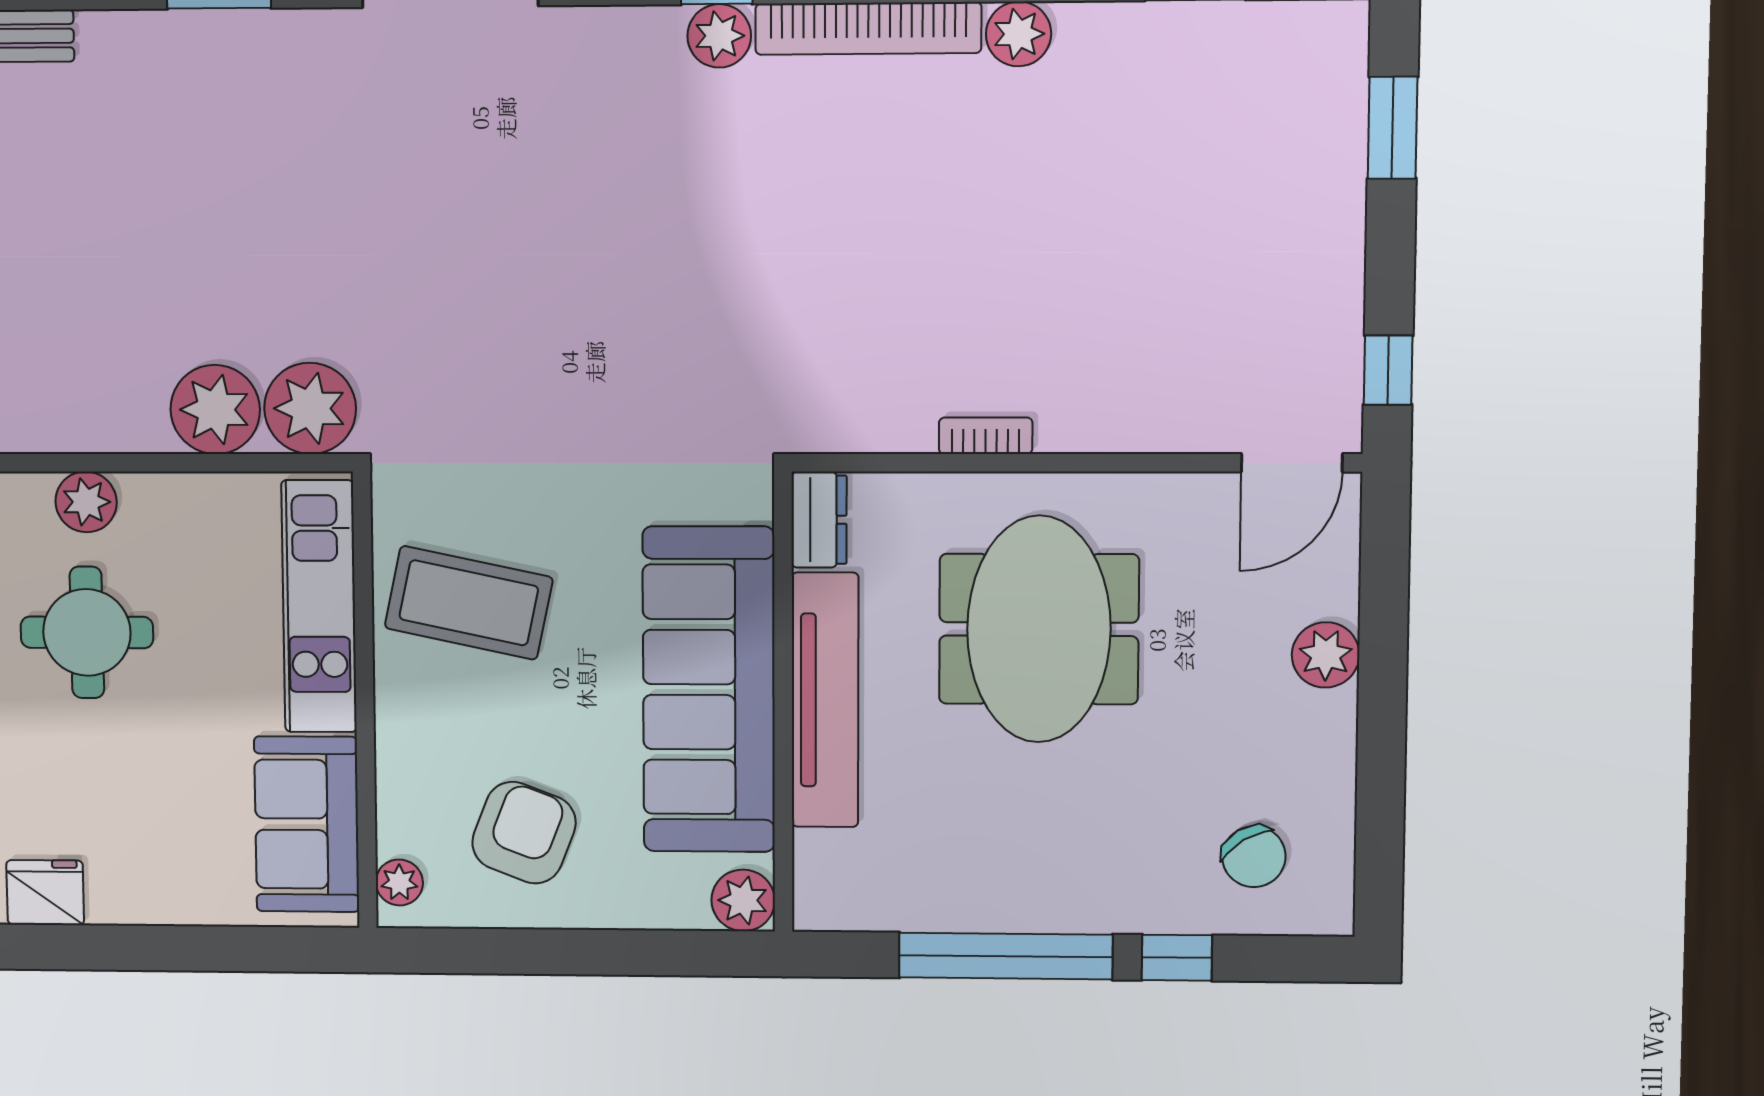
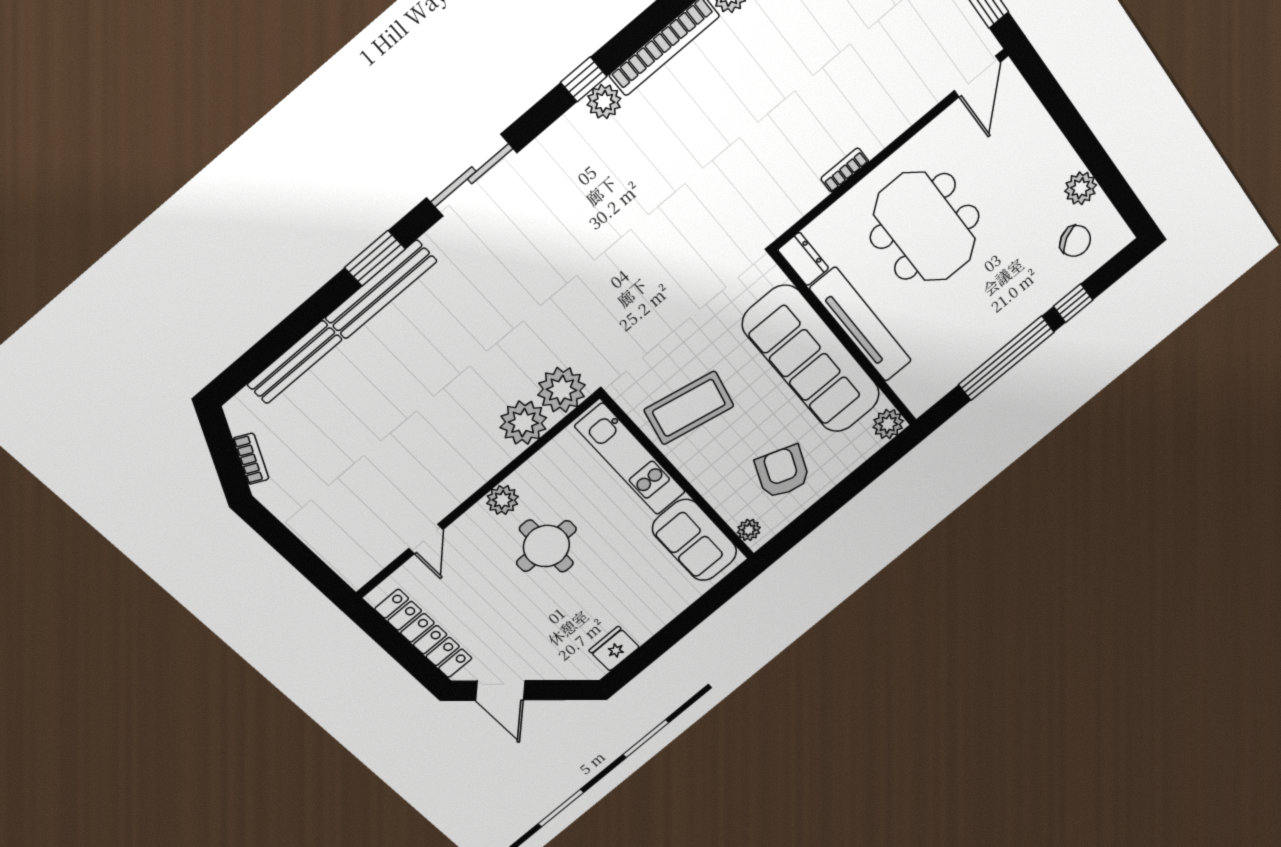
bench: (188, 36) -> (381, 289), added
plant: (1326, 655) -> (1081, 188), moved

